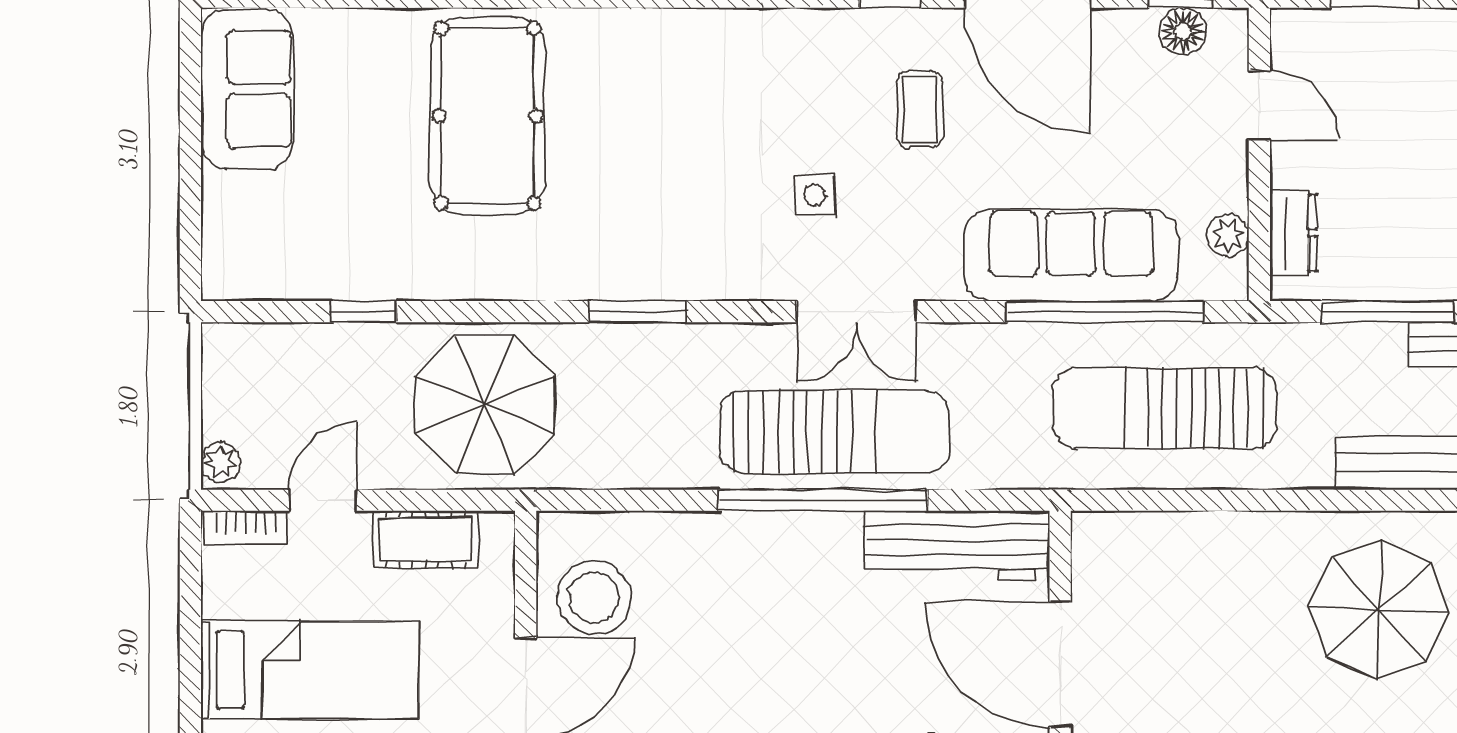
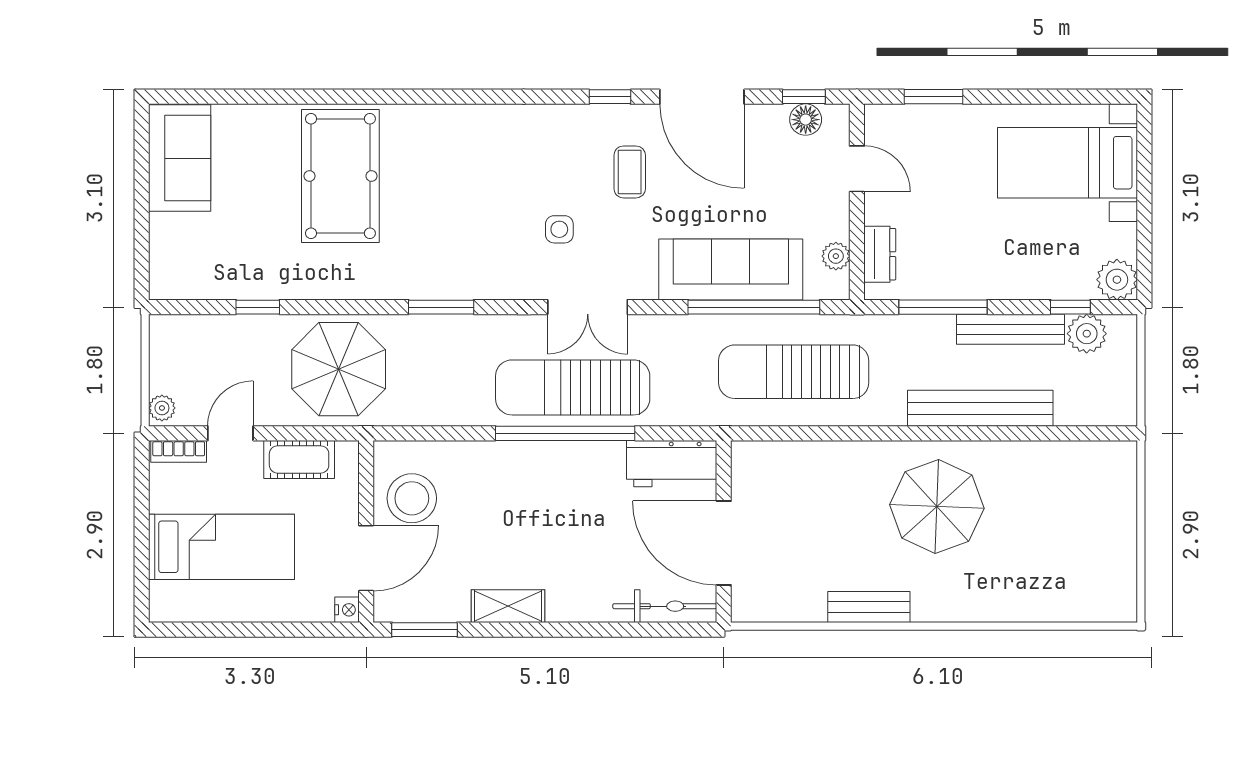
sun lounger: (834, 432) -> (573, 387), turned 180
workbench: (957, 545) -> (672, 464), width x0.73

